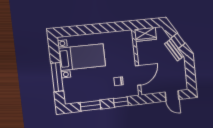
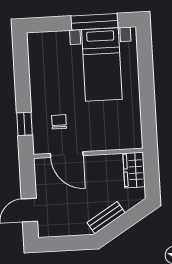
window: (178, 41) -> (121, 224), removed
window: (57, 77) -> (94, 22), moved
window: (90, 106) -> (22, 74), removed

